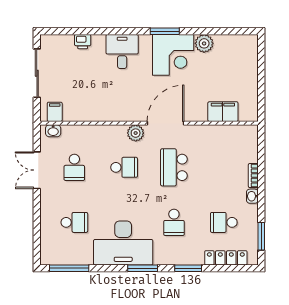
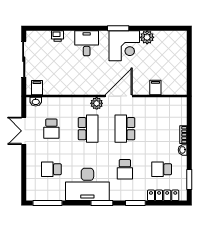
filing cabinet: (223, 112) -> (155, 88), width x0.50
school desk: (124, 167) -> (88, 129), width x1.85
school desk: (74, 222) -> (51, 169), turned 180

